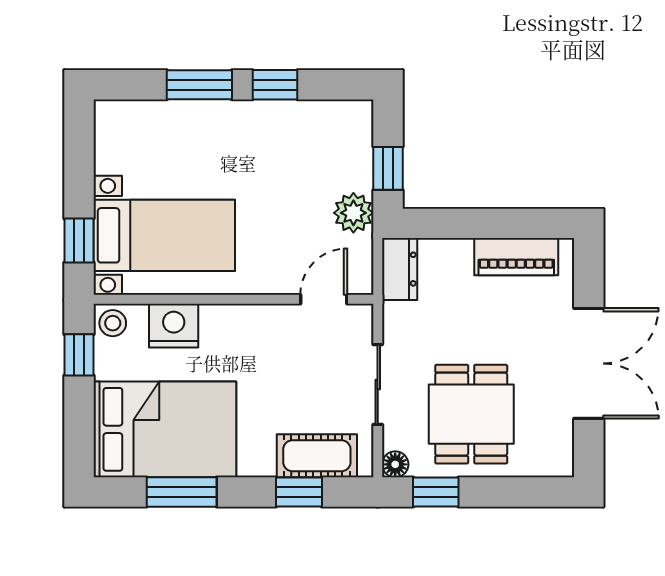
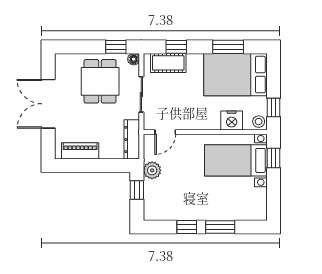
dresser: (400, 269) -> (132, 139), width x1.44

